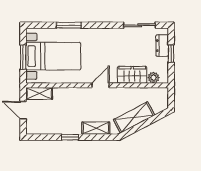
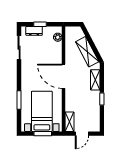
wardrobe: (132, 75) -> (56, 53), removed
door: (101, 85) -> (63, 76), width x1.87

